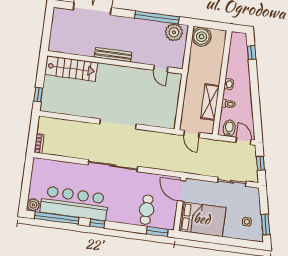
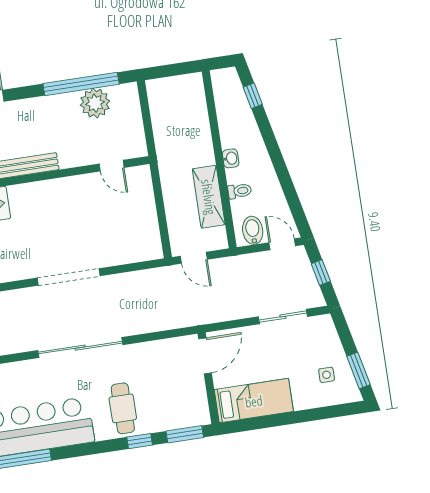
plant: (174, 32) -> (95, 103), moved
boiler: (201, 37) -> (163, 94), removed
door: (182, 191) -> (205, 356), swing flipped
cafe table: (147, 210) -> (123, 408), moved
bed: (202, 219) -> (254, 401), width x0.67
window: (97, 223) -> (140, 441), moved

